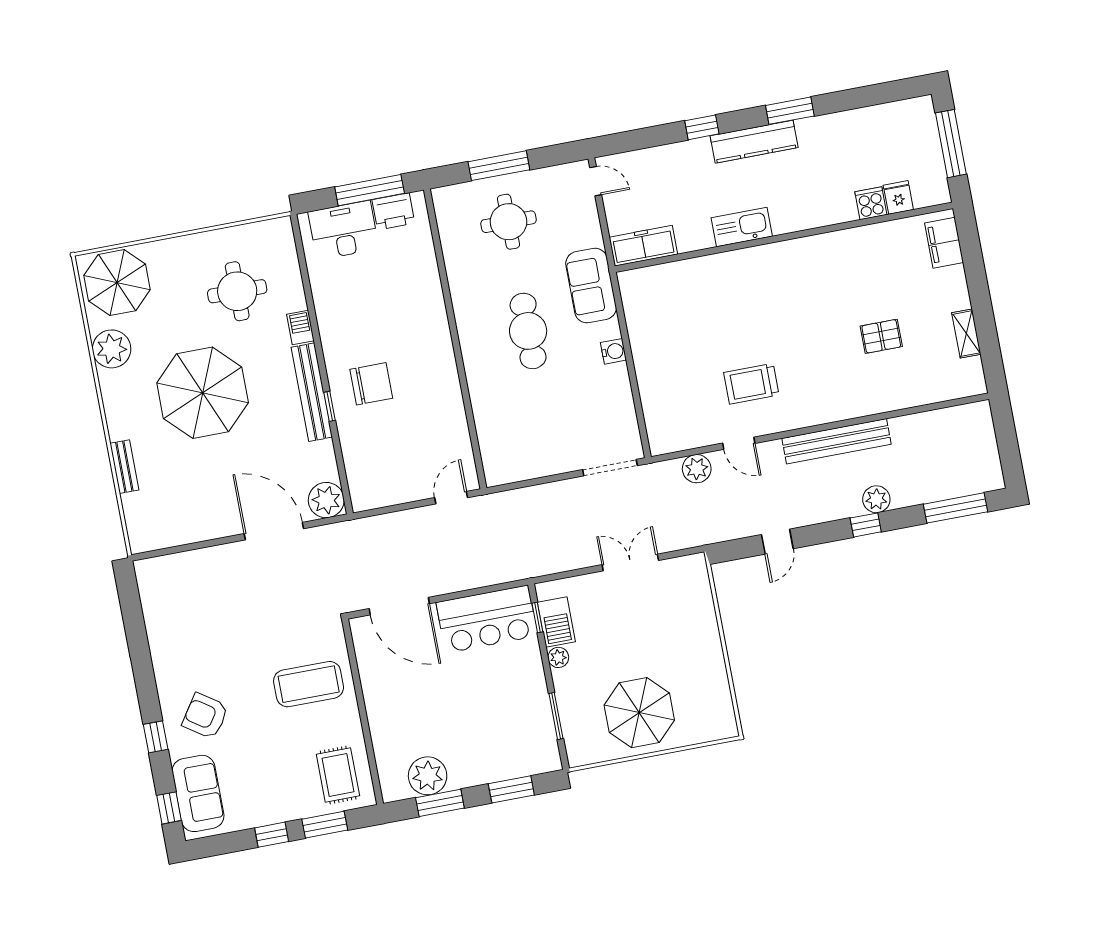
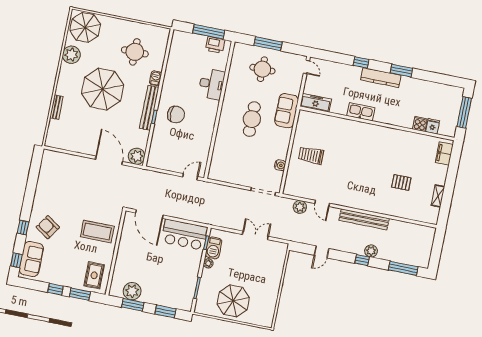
desk: (343, 230) -> (212, 84), moved, turned 90
water cooler: (613, 351) -> (280, 165), moved
trolley: (751, 384) -> (311, 155), moved

